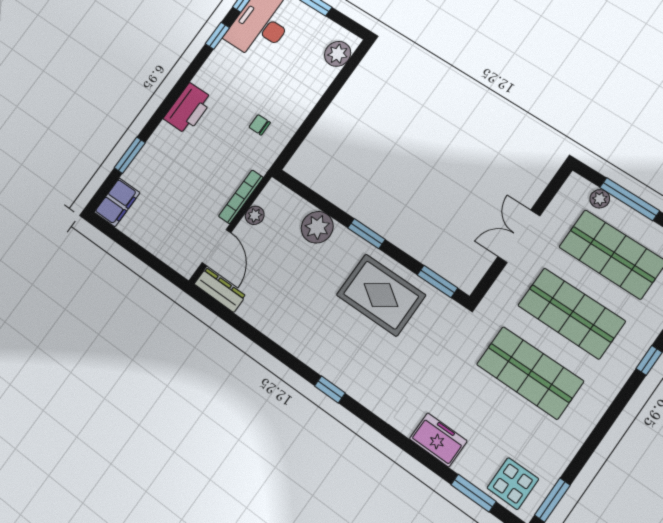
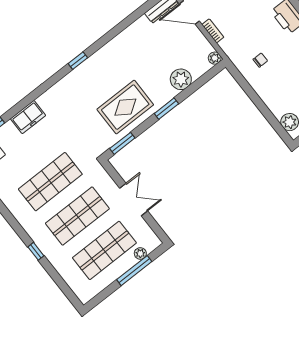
bookcase: (241, 197) -> (213, 31), width x0.64
plant: (255, 215) -> (215, 58), moved

